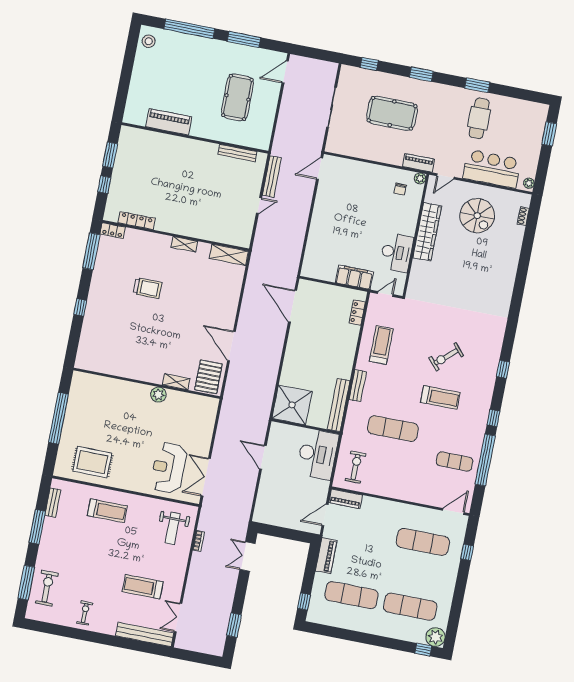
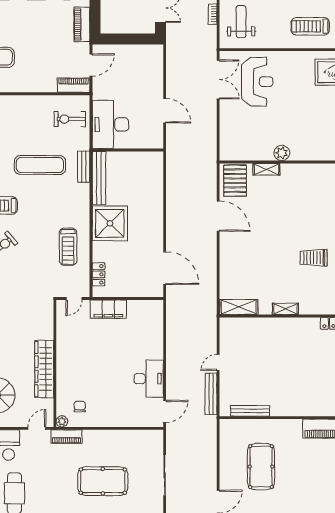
desk: (397, 253) -> (149, 379), moved, turned 180
bench: (358, 386) -> (84, 167), moved
shower: (292, 405) -> (110, 223), moved
exercise bike: (356, 467) -> (70, 119), turned 90

